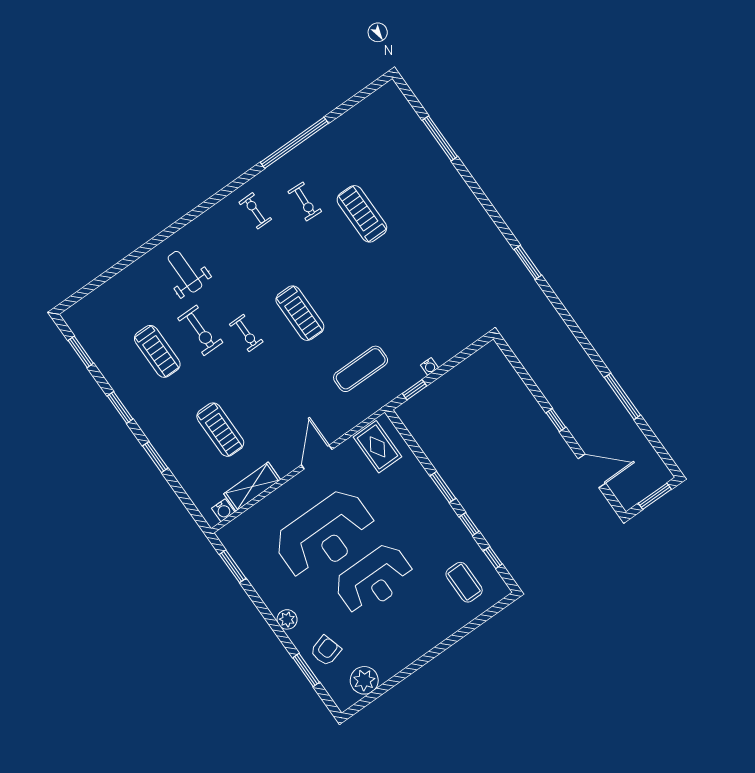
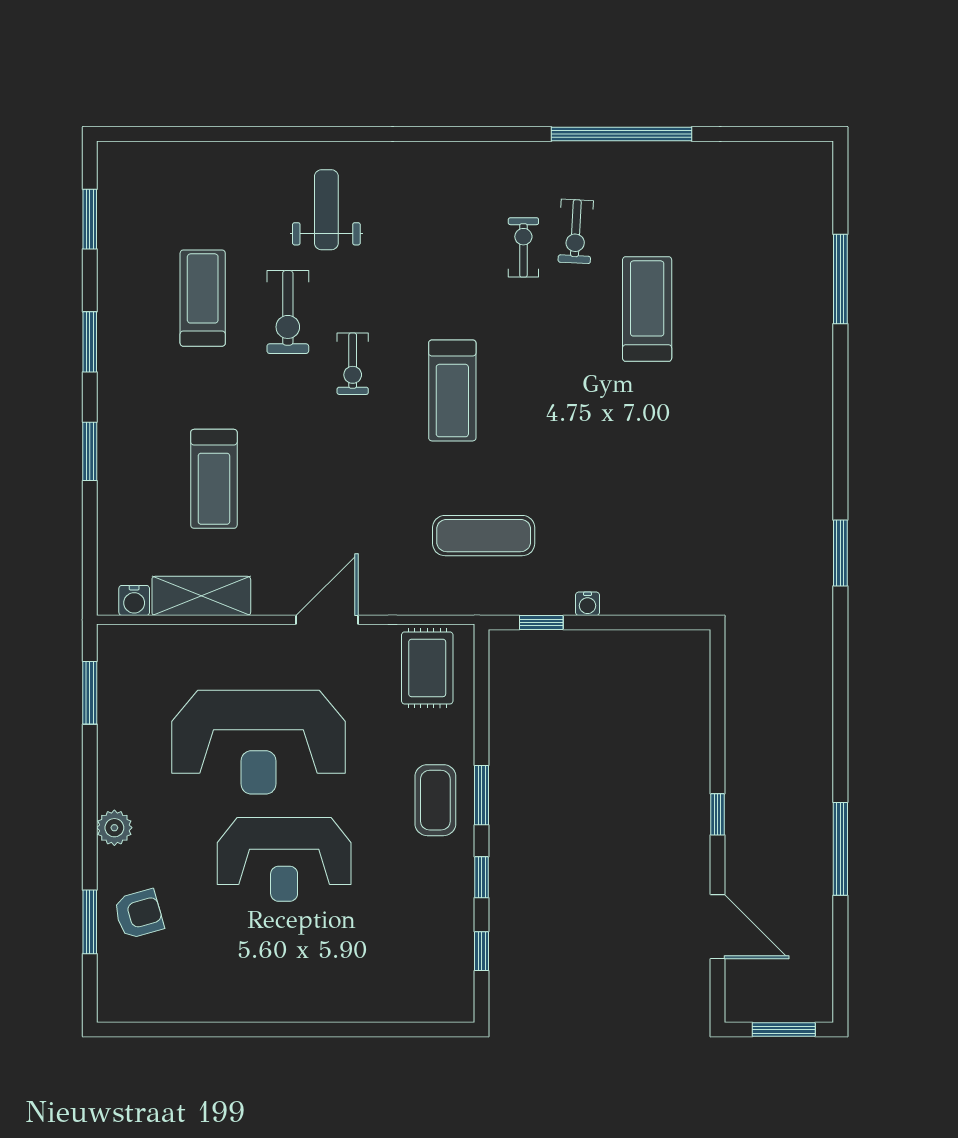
exercise bike: (255, 211) -> (523, 247), moved
treadmill: (157, 351) -> (203, 298), turned 180
coffee table: (464, 582) -> (435, 800), moved
plant: (364, 680) -> (165, 998), removed

